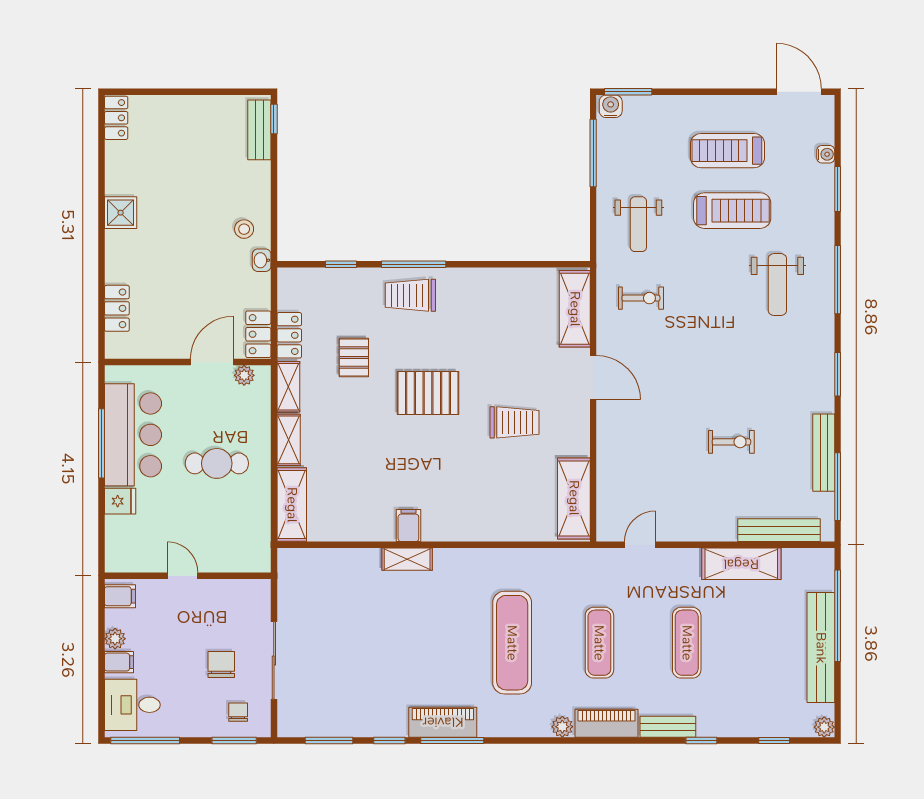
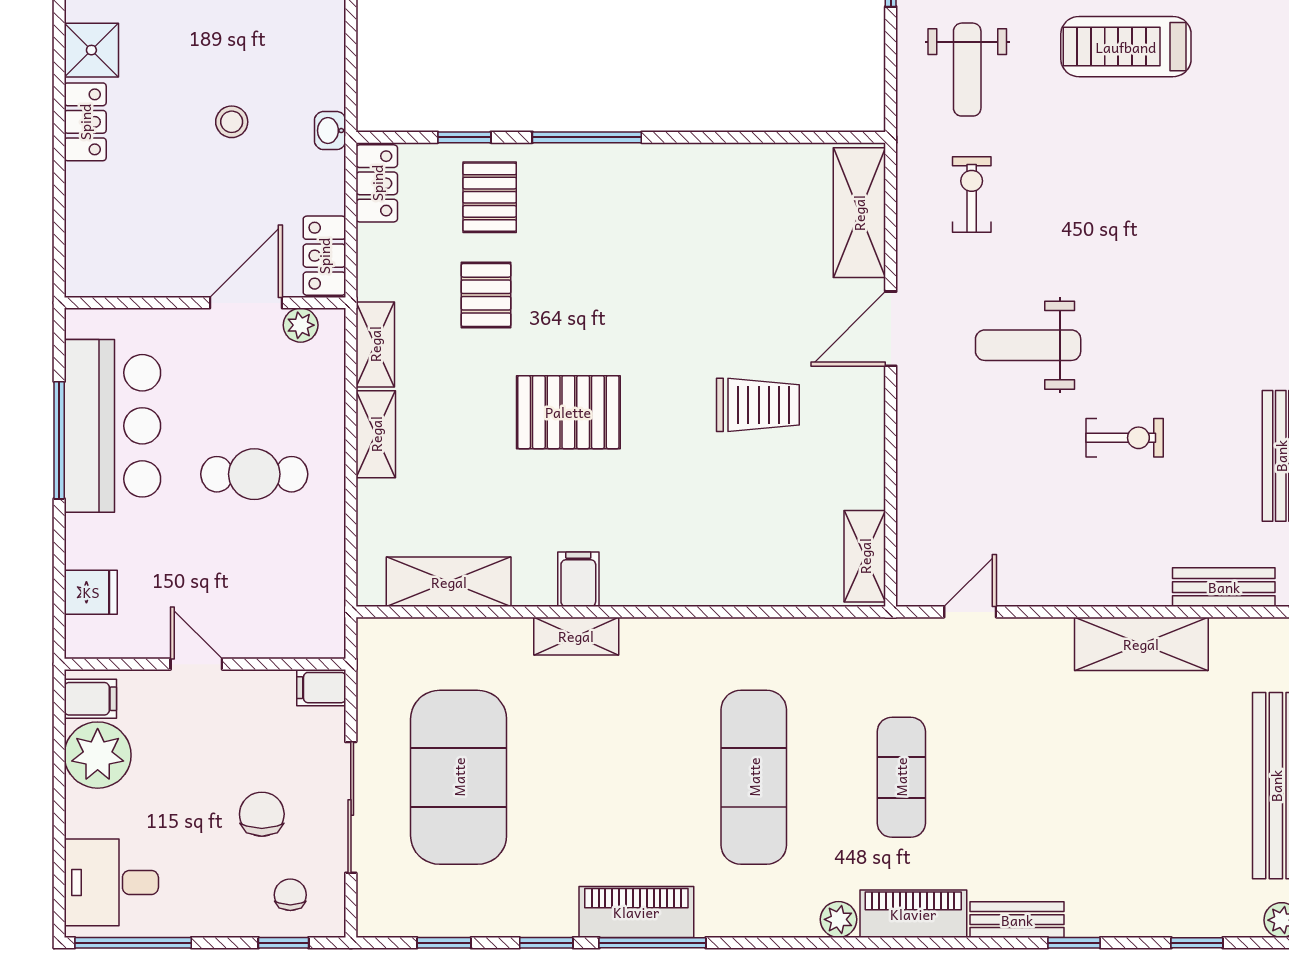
treadmill: (732, 211) -> (1126, 47), turned 180
stool: (244, 229) -> (232, 122), moved
weight bench: (777, 285) -> (1028, 345), moved, turned 90
trolley: (410, 295) -> (582, 190), removed
exercise bike: (641, 298) -> (972, 194), turned -90
pallet: (356, 300) -> (490, 197), added
locker: (117, 308) -> (85, 122), moved
locker: (289, 335) -> (377, 183), moved
door: (593, 377) -> (891, 329), swing flipped
pallet: (428, 393) -> (568, 412), moved
shelving: (574, 498) -> (865, 556), width x0.67, depth x0.75
fridge: (120, 501) -> (91, 592), moved
shelving: (292, 505) -> (449, 582), moved, turned 90
bench: (779, 530) -> (1224, 587), width x0.73
plant: (115, 639) -> (98, 755), width x1.88, depth x1.88
exercise mat: (687, 643) -> (459, 777), moved, width x2.00, depth x1.45
filing cabinet: (119, 662) -> (321, 688), moved, turned 180
window: (234, 740) -> (284, 943), width x0.67
window: (329, 740) -> (444, 943), width x0.67

